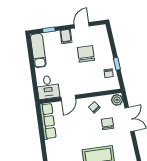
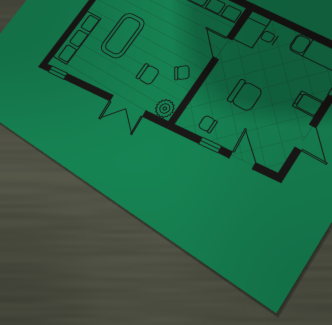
door: (112, 44) -> (242, 160), added
chair: (86, 54) -> (245, 95), moved

